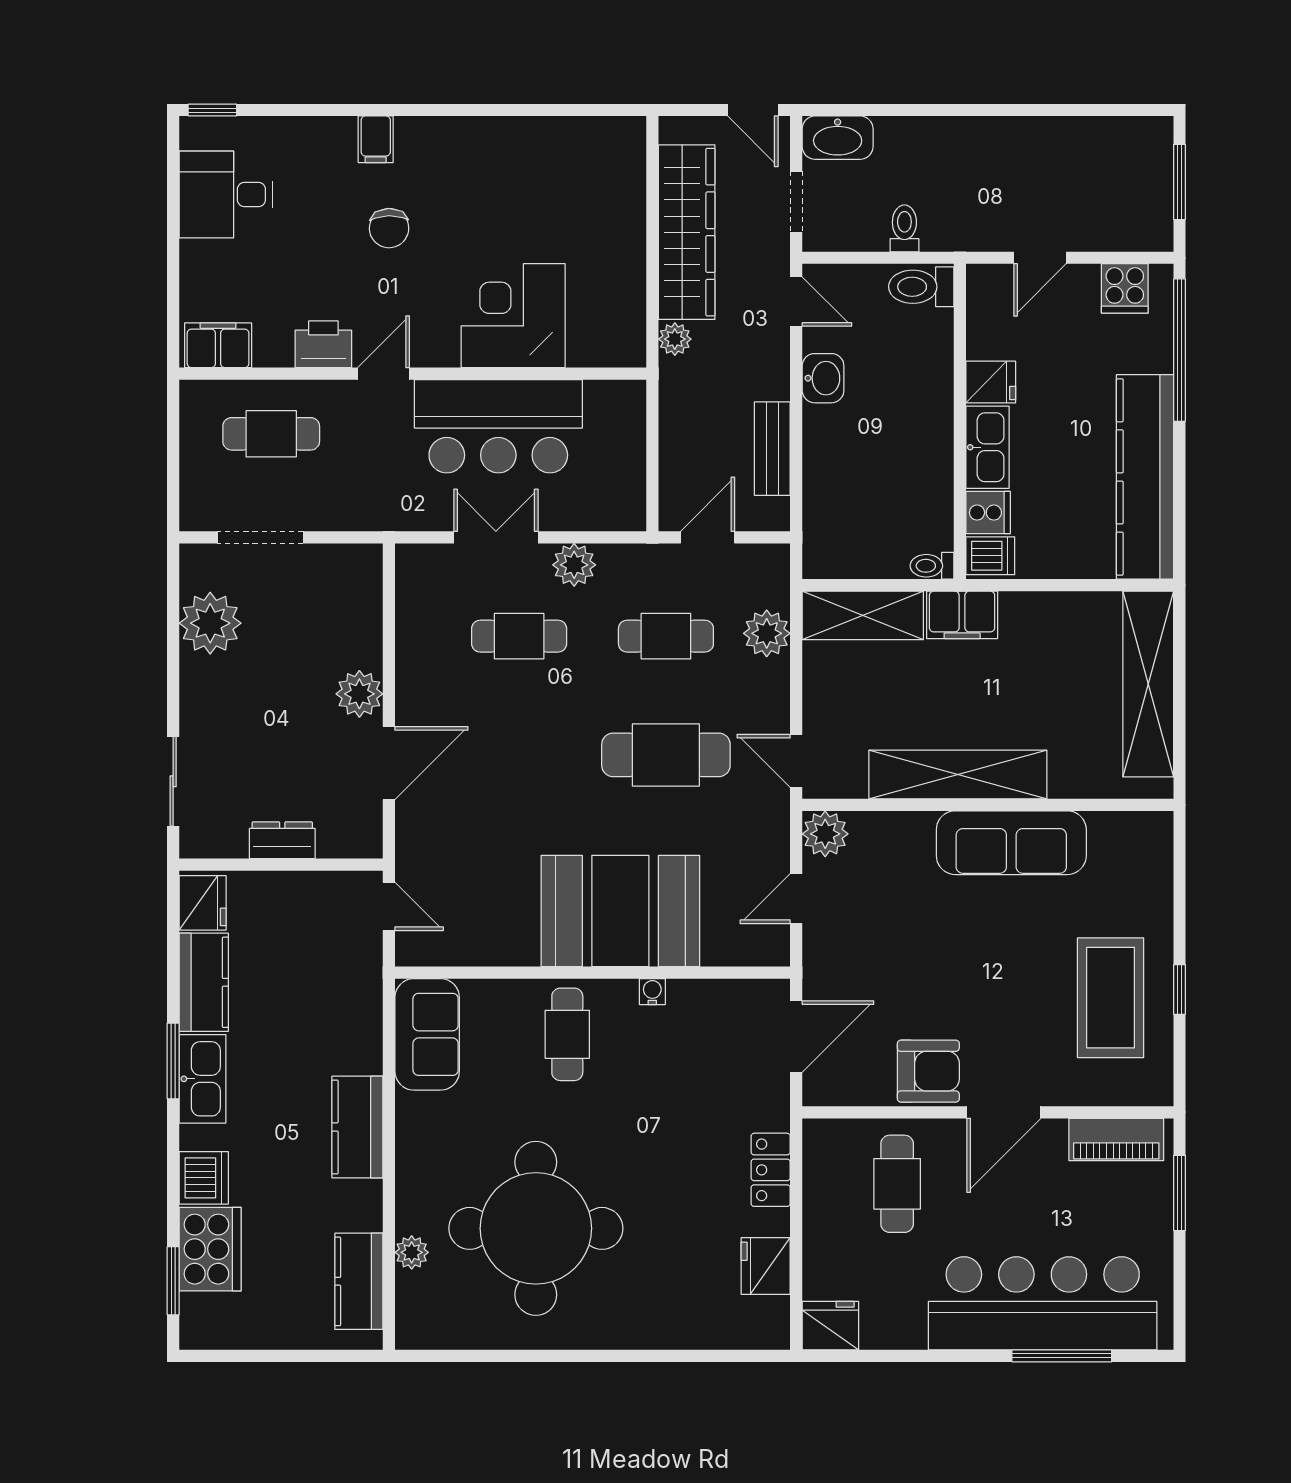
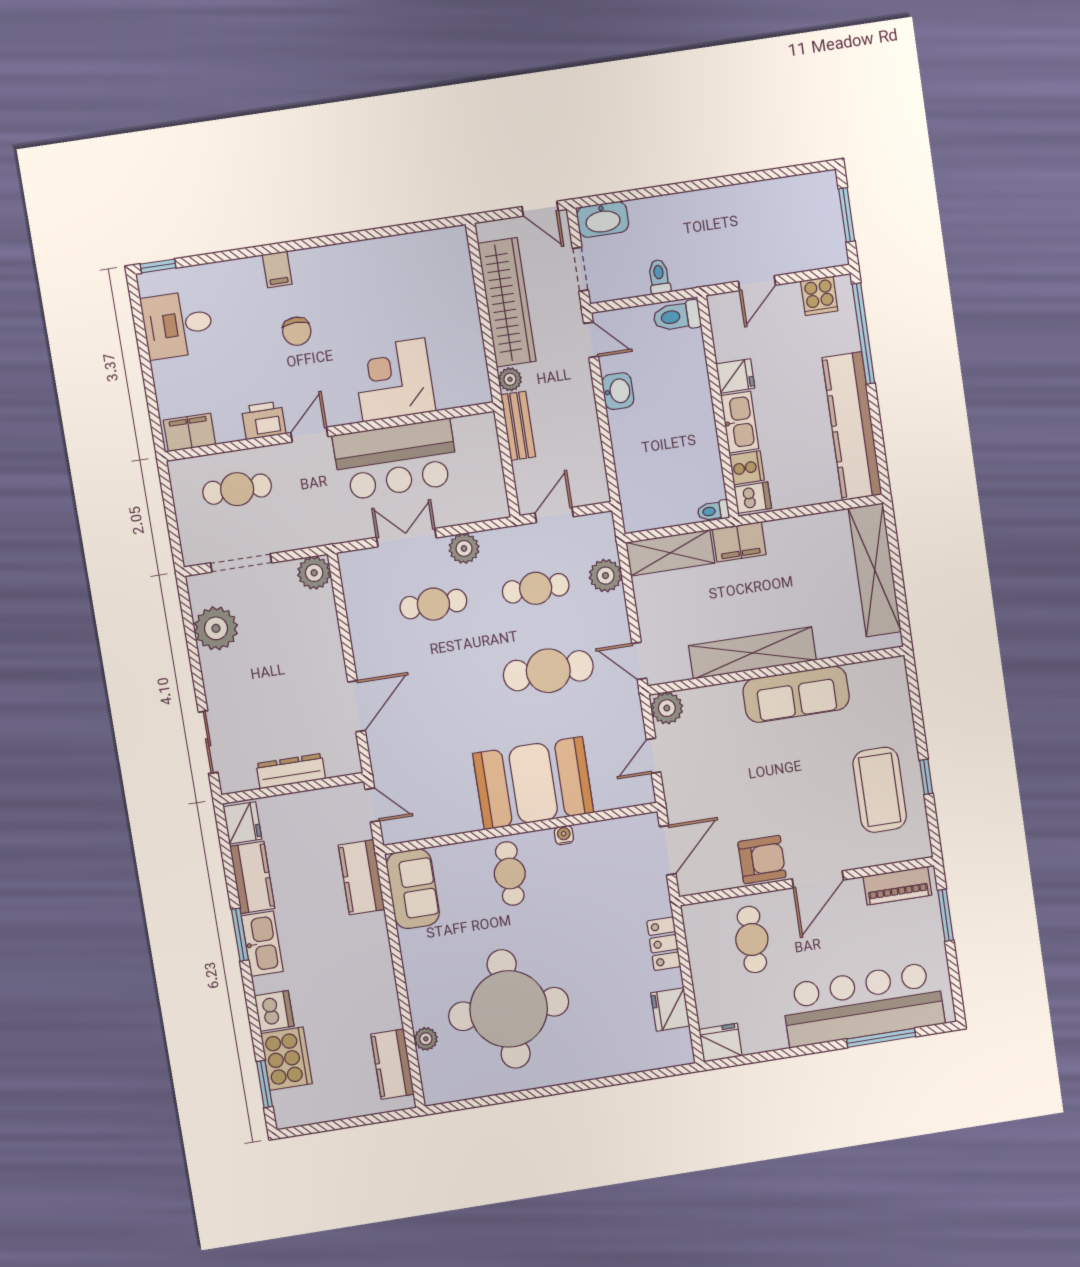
bench: (772, 449) -> (518, 426), moved
plant: (359, 694) -> (314, 573), moved
dresser: (282, 840) -> (291, 771), width x1.44
kitchen counter: (357, 1127) -> (362, 877), moved

